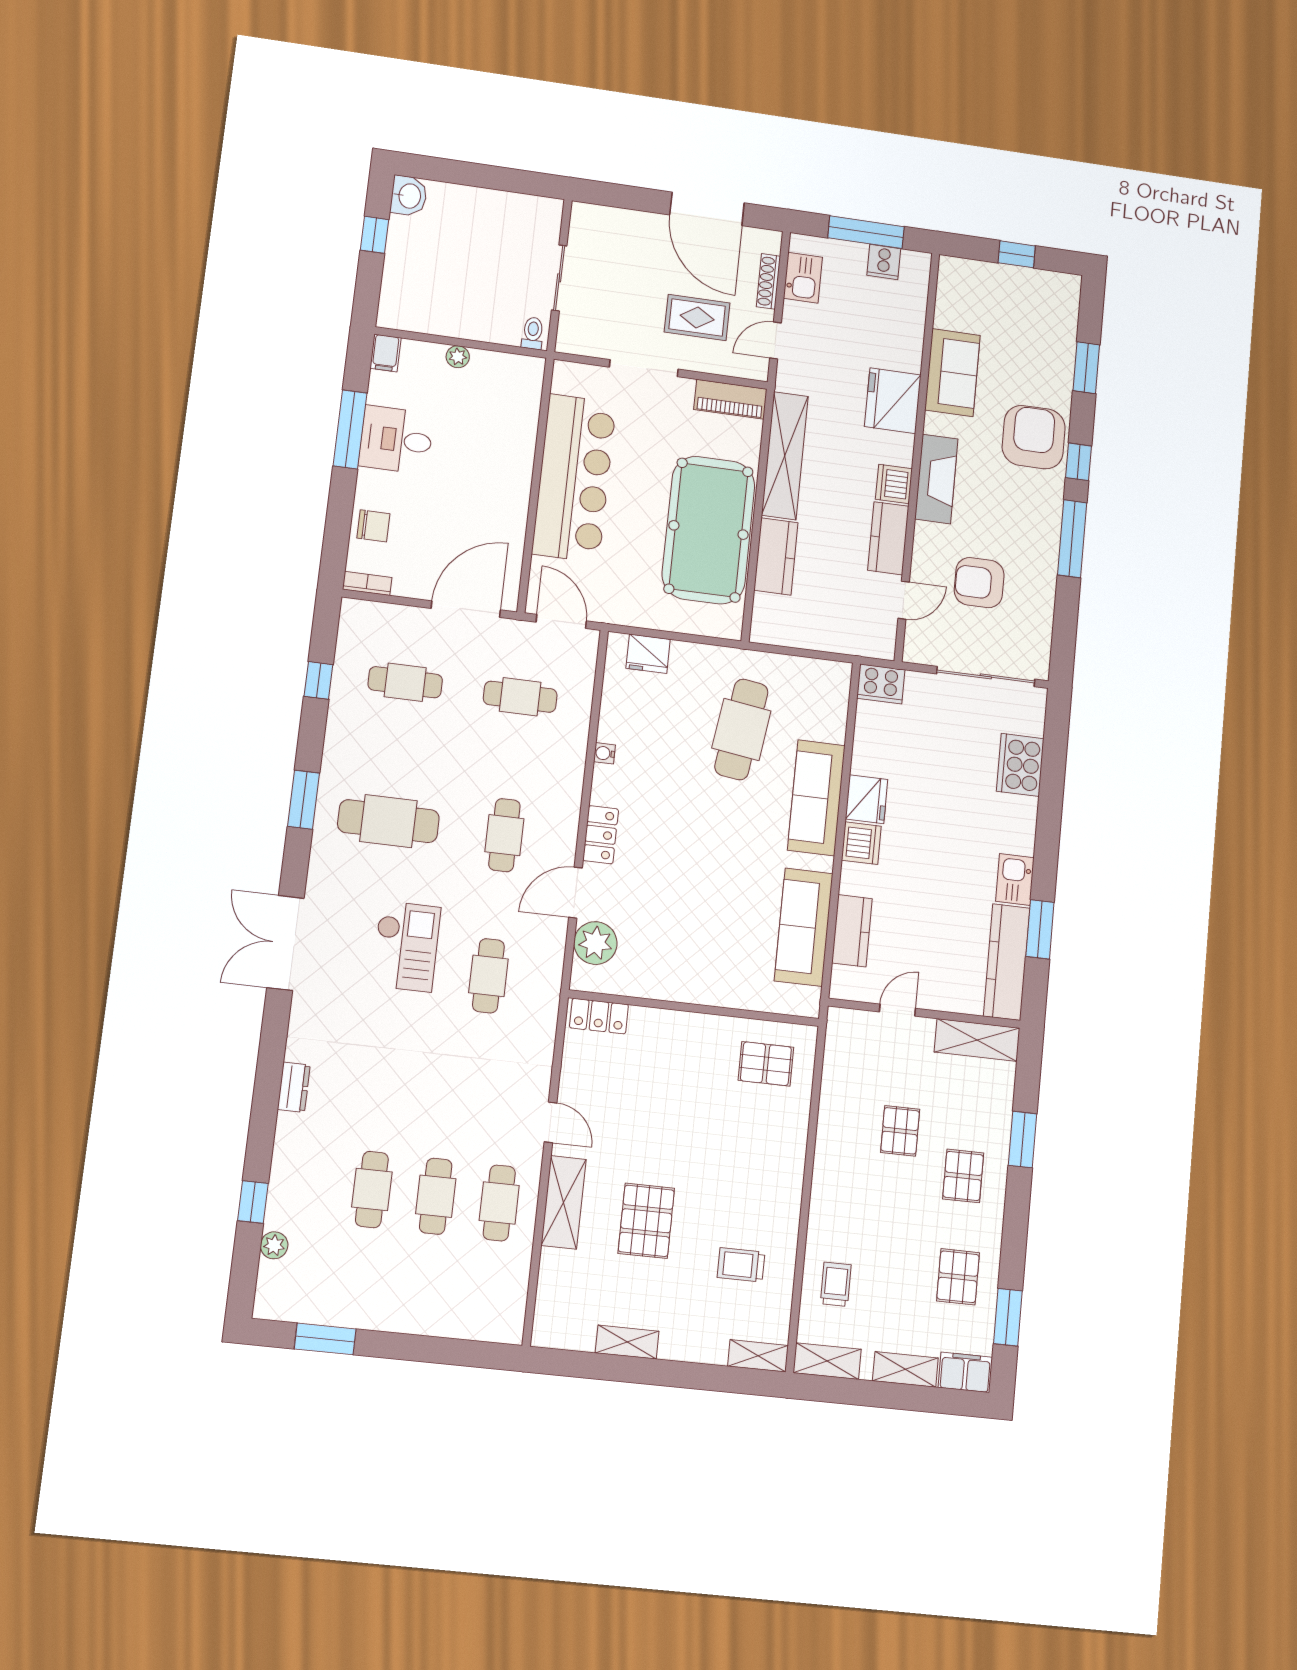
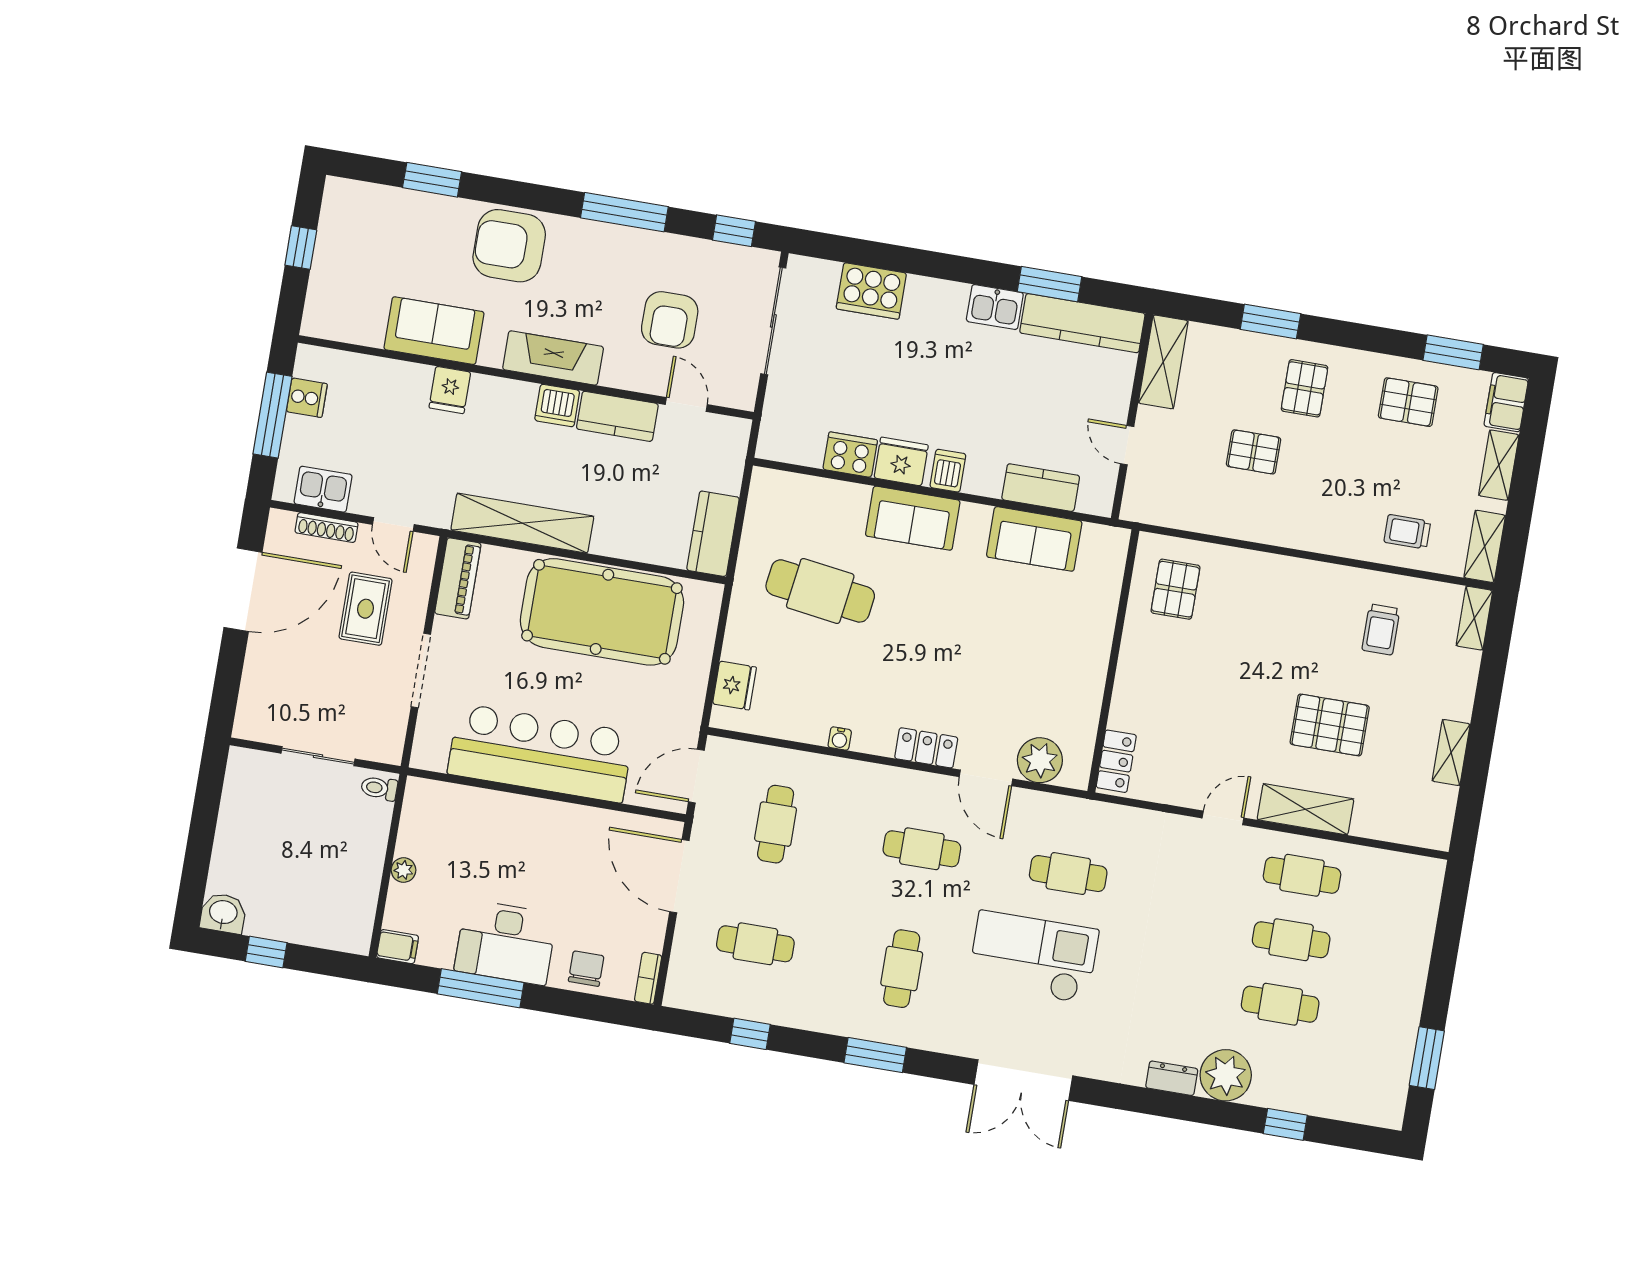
fridge: (893, 401) -> (450, 390), width x0.53, depth x0.75
desk: (396, 440) -> (506, 942), width x1.37
window: (1078, 462) -> (734, 231), moved
kitchen counter: (776, 556) -> (713, 534), moved, turned -90
cafe table: (405, 682) -> (755, 944), turned 90
cooker: (881, 684) -> (850, 455), moved, turned -90
sofa: (816, 798) -> (913, 518), width x0.73
cafe table: (388, 821) -> (902, 969), width x0.73, depth x0.74
dishwasher: (861, 843) -> (948, 471), width x0.73
sofa: (804, 927) -> (1034, 539), width x0.73
checkout: (406, 946) -> (1033, 957), width x1.36, depth x1.21
pallet: (963, 1176) -> (1304, 388), turned 90
plant: (274, 1245) -> (1226, 1075), moved, width x1.88, depth x1.88

